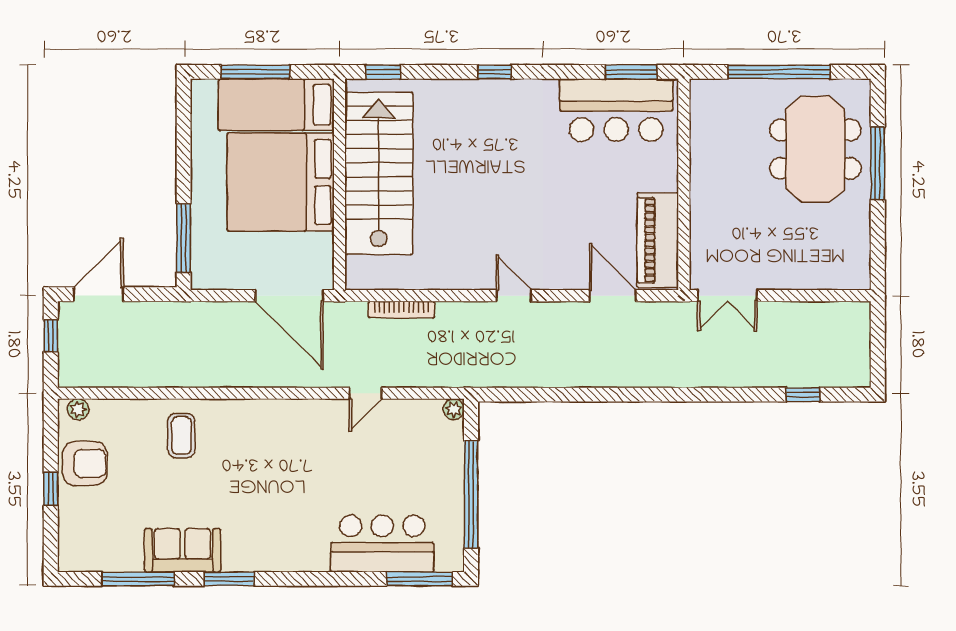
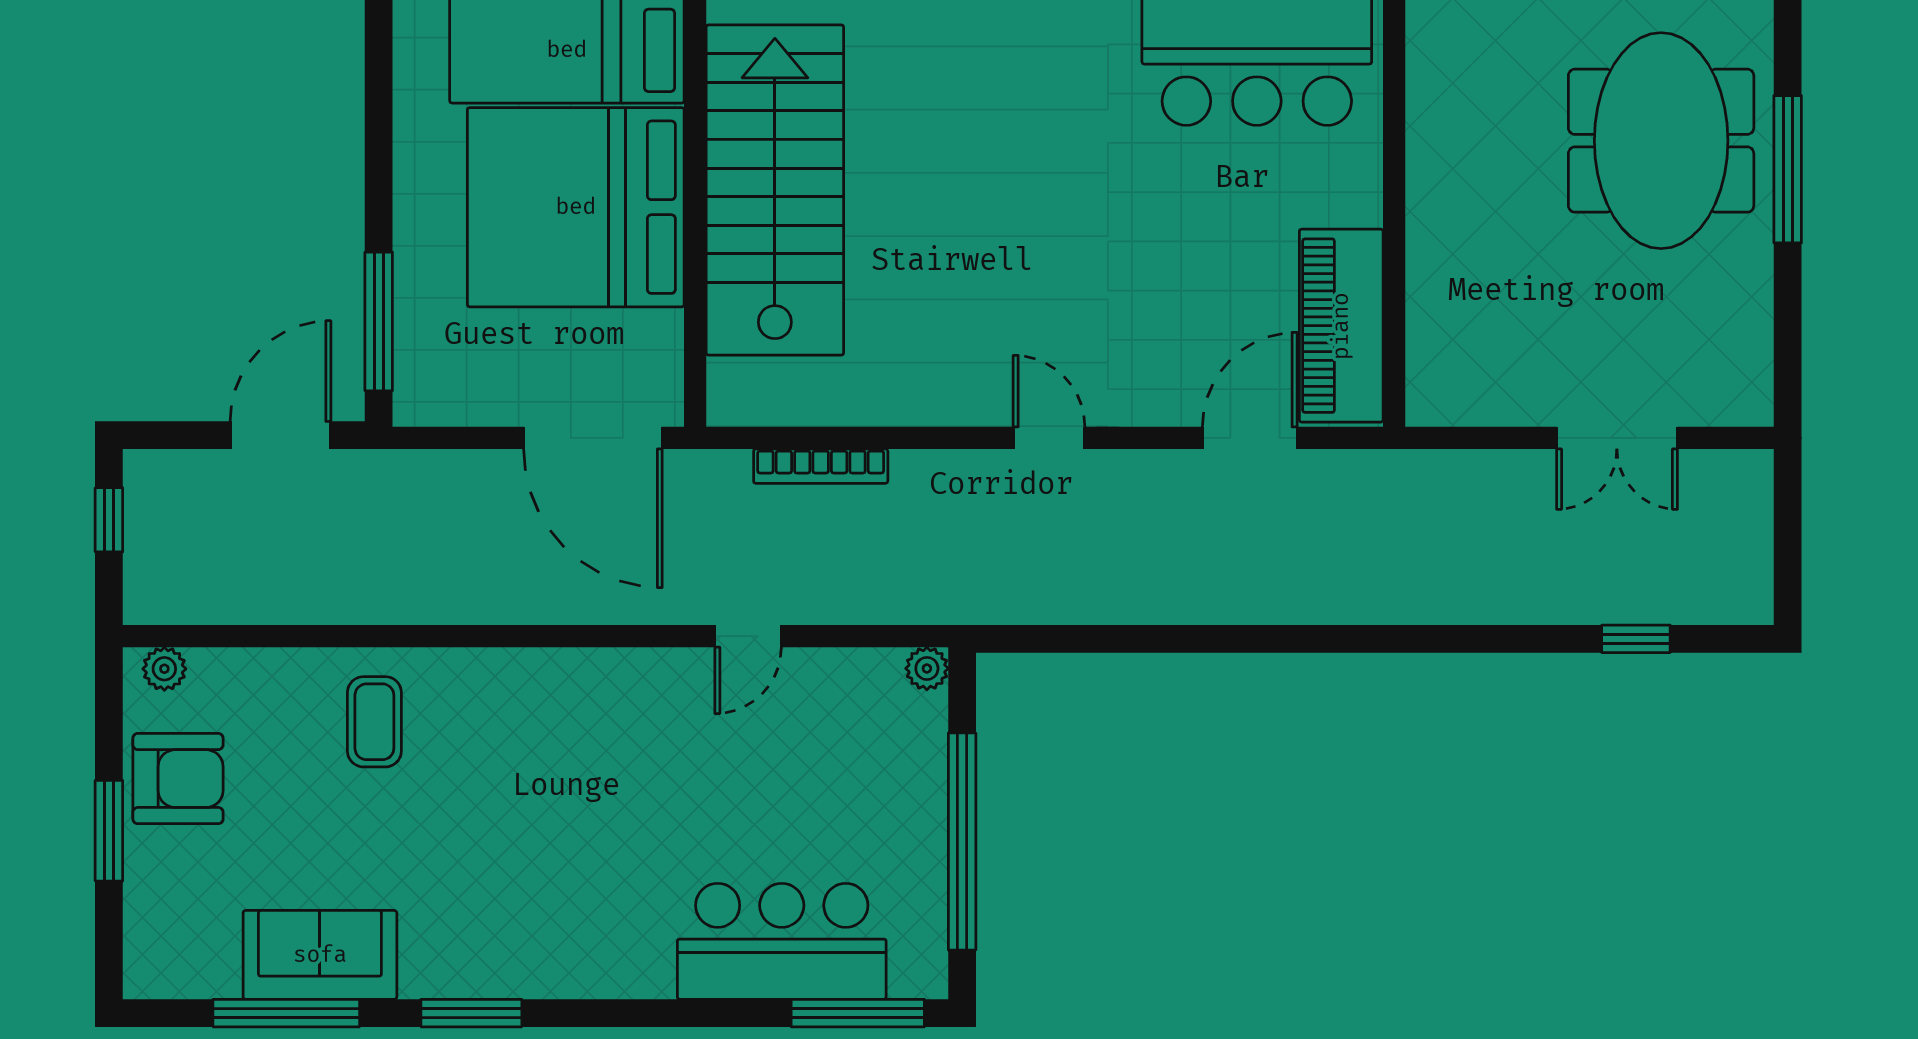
door: (99, 294) -> (280, 435), moved
door: (613, 296) -> (1250, 438), hinge flipped
double door: (727, 296) -> (1617, 438), moved
window: (51, 489) -> (109, 831), width x1.50
sofa: (182, 550) -> (320, 955), moved

